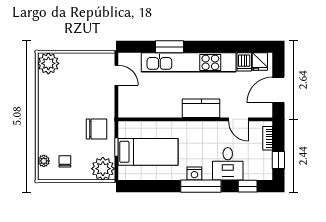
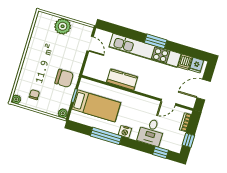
window: (169, 47) -> (156, 41), moved
plant: (48, 63) -> (63, 26), moved
kitchen counter: (201, 108) -> (122, 80), moved
door: (238, 119) -> (168, 102), hinge flipped
plant: (44, 161) -> (16, 99), moved
plant: (103, 169) -> (63, 113), width x0.53, depth x0.53
window: (201, 186) -> (106, 136), moved

